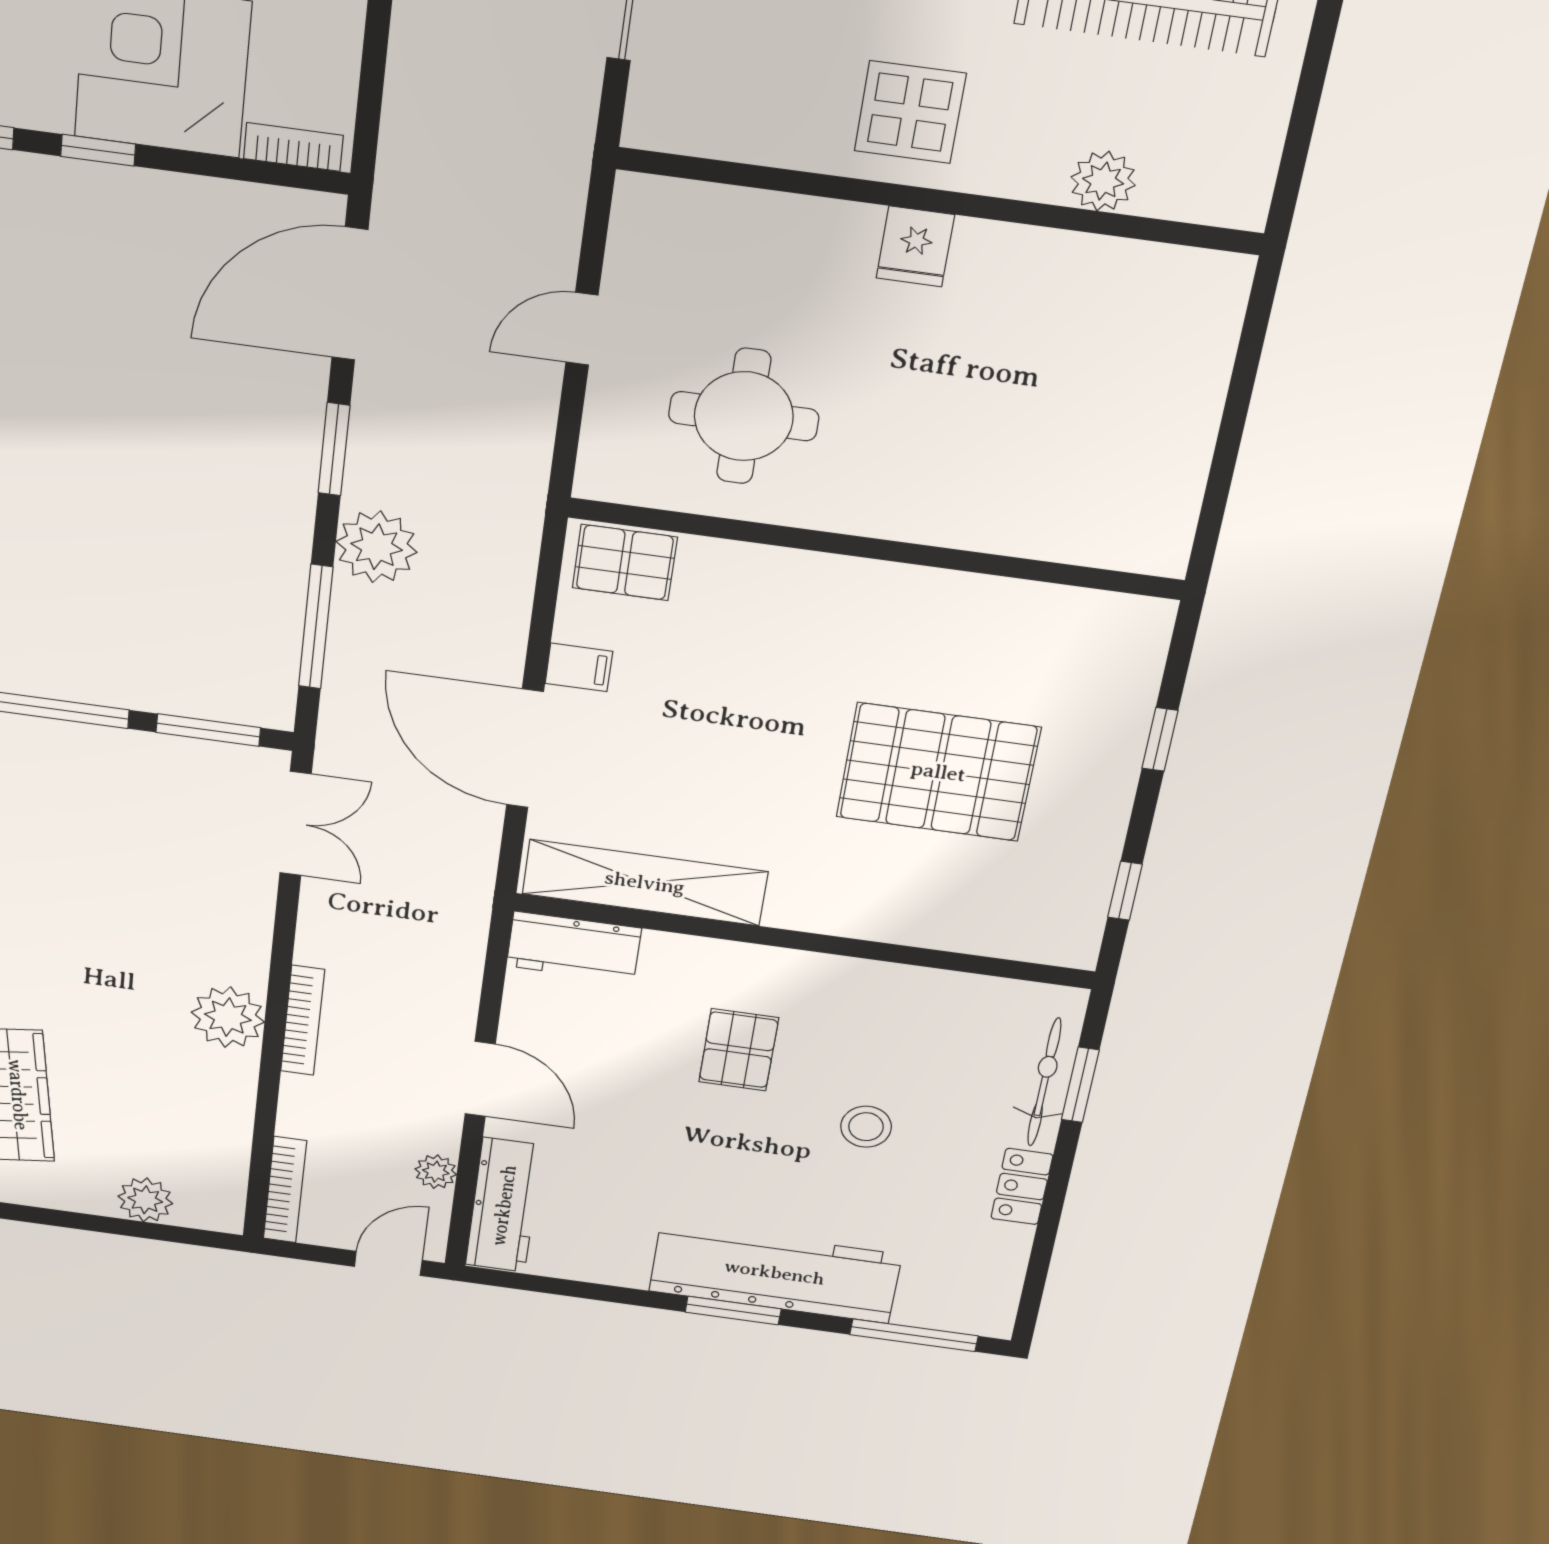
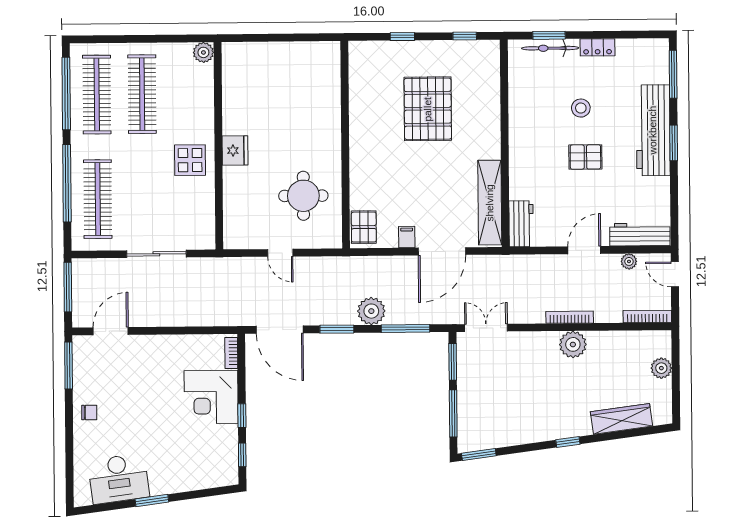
plant: (1103, 181) -> (203, 52), moved
fridge: (915, 246) -> (235, 151), width x1.38
pallet: (739, 1050) -> (585, 157), moved

